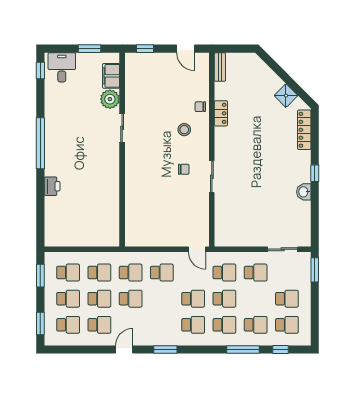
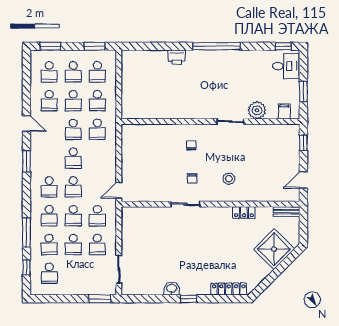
filing cabinet: (111, 76) -> (284, 111), width x0.50
shower: (286, 96) -> (274, 249), moved, width x1.86, depth x1.86
chair: (200, 107) -> (191, 145), moved
school desk: (162, 273) -> (73, 158), moved
school desk: (287, 299) -> (73, 244), moved

